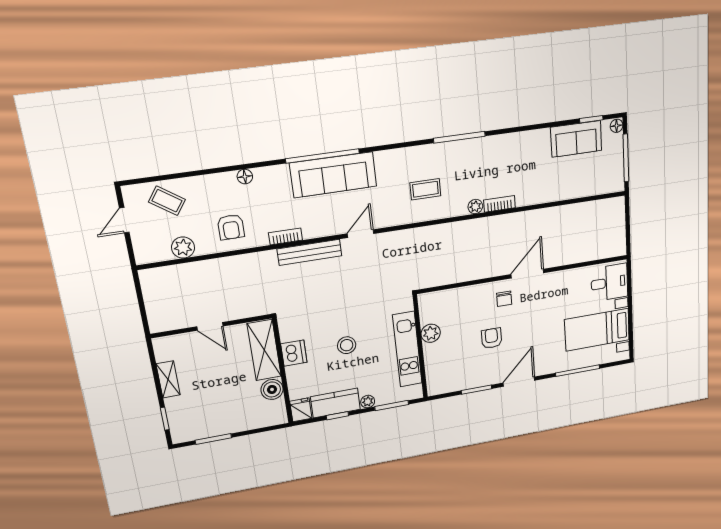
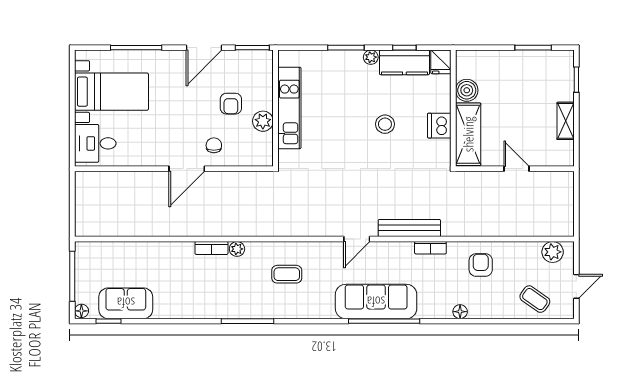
plant: (183, 248) -> (553, 252), moved
plant: (431, 333) -> (263, 121), moved
wall: (420, 347) -> (275, 108), moved
kitchen unit: (407, 349) -> (289, 108), moved

